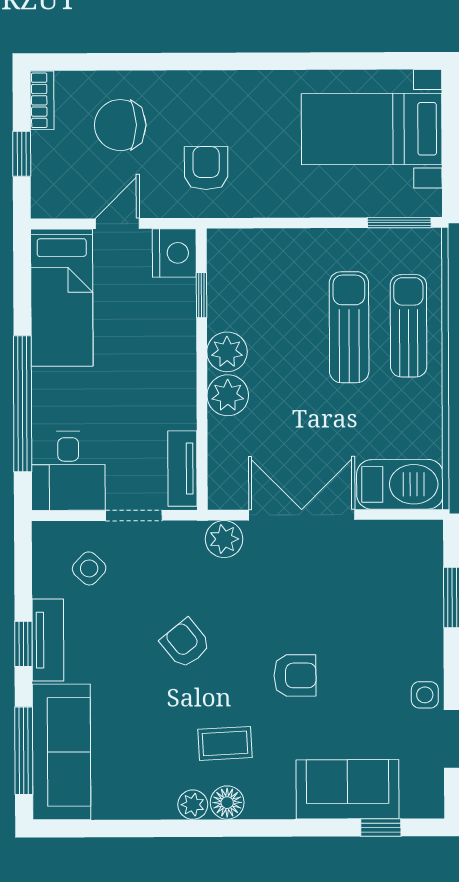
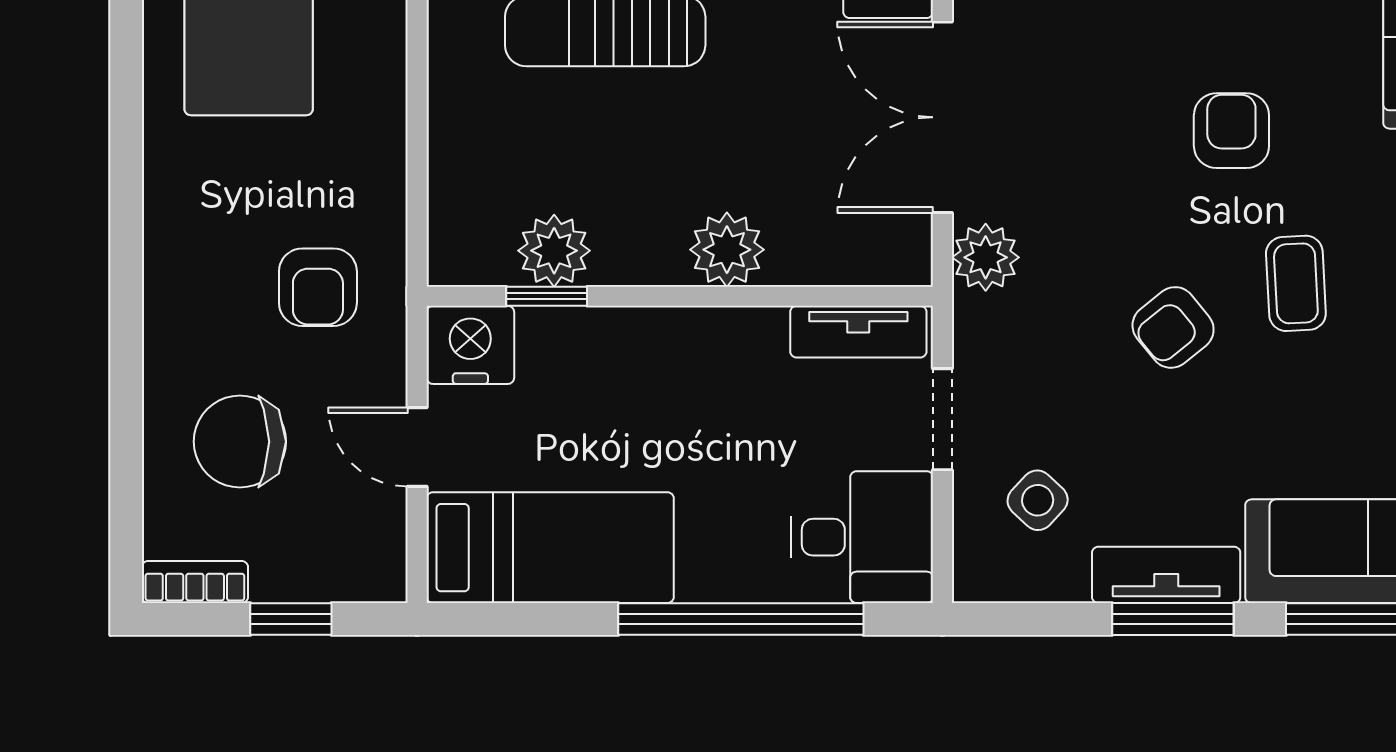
chair: (120, 125) -> (240, 442), turned 90
armchair: (206, 168) -> (318, 287), turned -90
plant: (227, 352) -> (554, 251), moved
window: (23, 644) -> (1173, 619), width x1.50
coffee table: (225, 743) -> (1296, 283), moved

